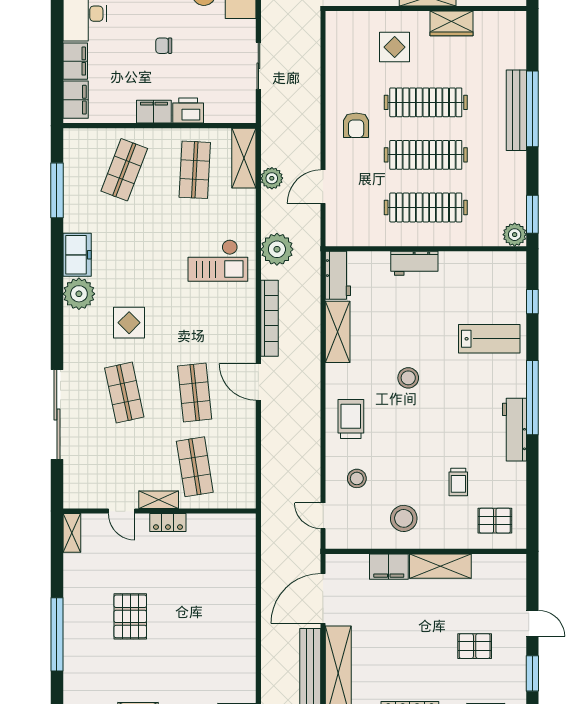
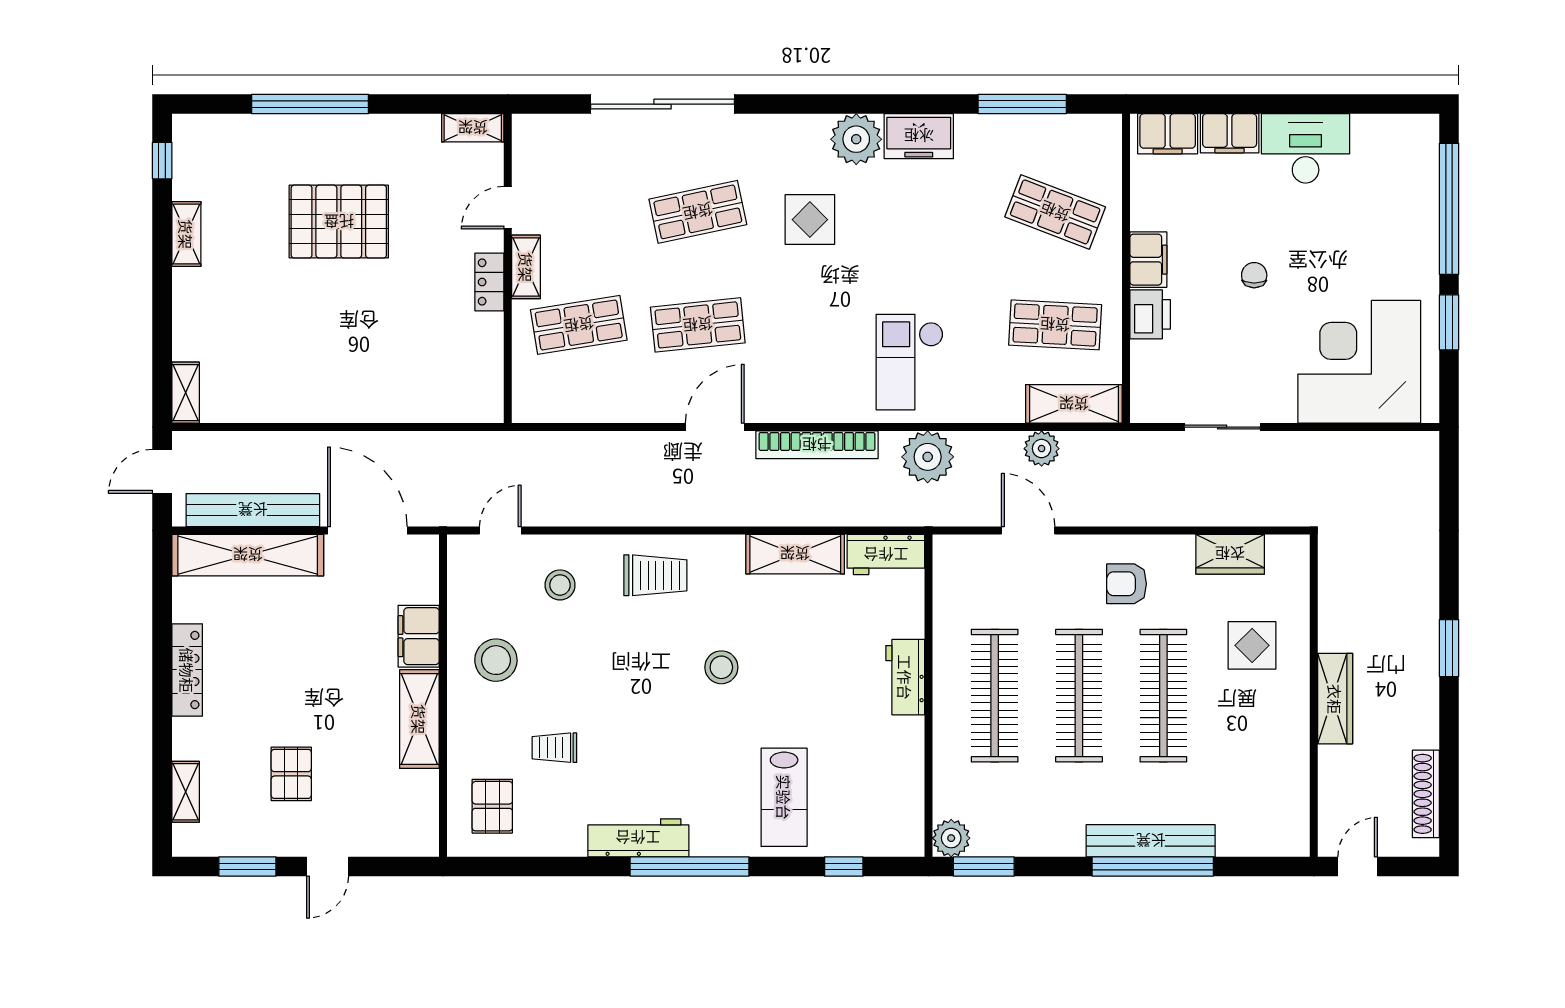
wardrobe: (451, 23) -> (1230, 554), moved, turned -90
pallet: (130, 616) -> (339, 222), width x1.37, depth x1.41

